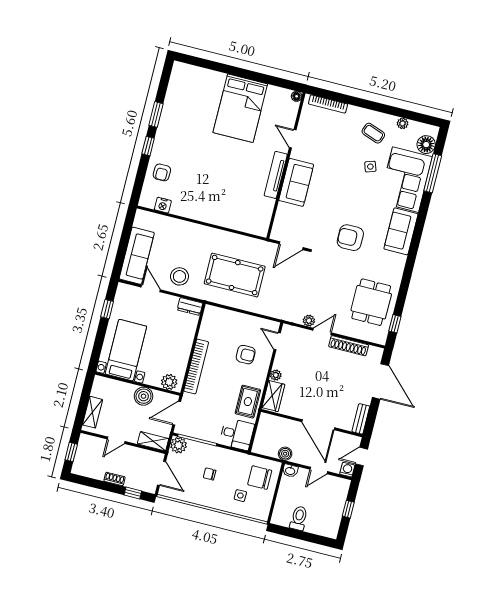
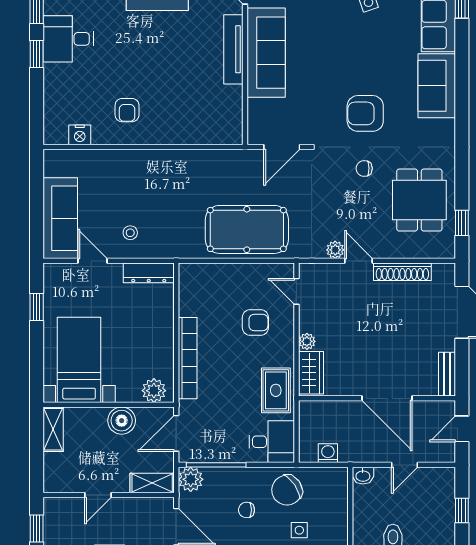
desk: (171, 141) -> (68, 39), added
armchair: (162, 172) -> (127, 110), moved
sofa: (296, 182) -> (266, 53), width x1.36
chair: (341, 273) -> (364, 168), added
pool table: (235, 275) -> (247, 229), moved
stool: (179, 276) -> (130, 233), width x0.53, depth x0.53
dresser: (190, 307) -> (149, 273), width x1.44
door: (322, 331) -> (359, 261), hinge flipped
shelving: (93, 412) -> (53, 429), moved
boiler: (285, 454) -> (349, 453), removed
washing machine: (347, 470) -> (328, 453), moved
chair: (260, 478) -> (287, 490), moved, turned -34

